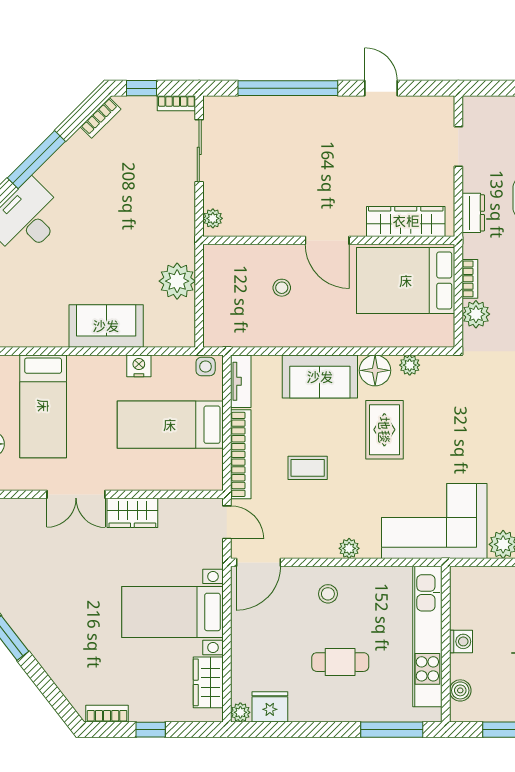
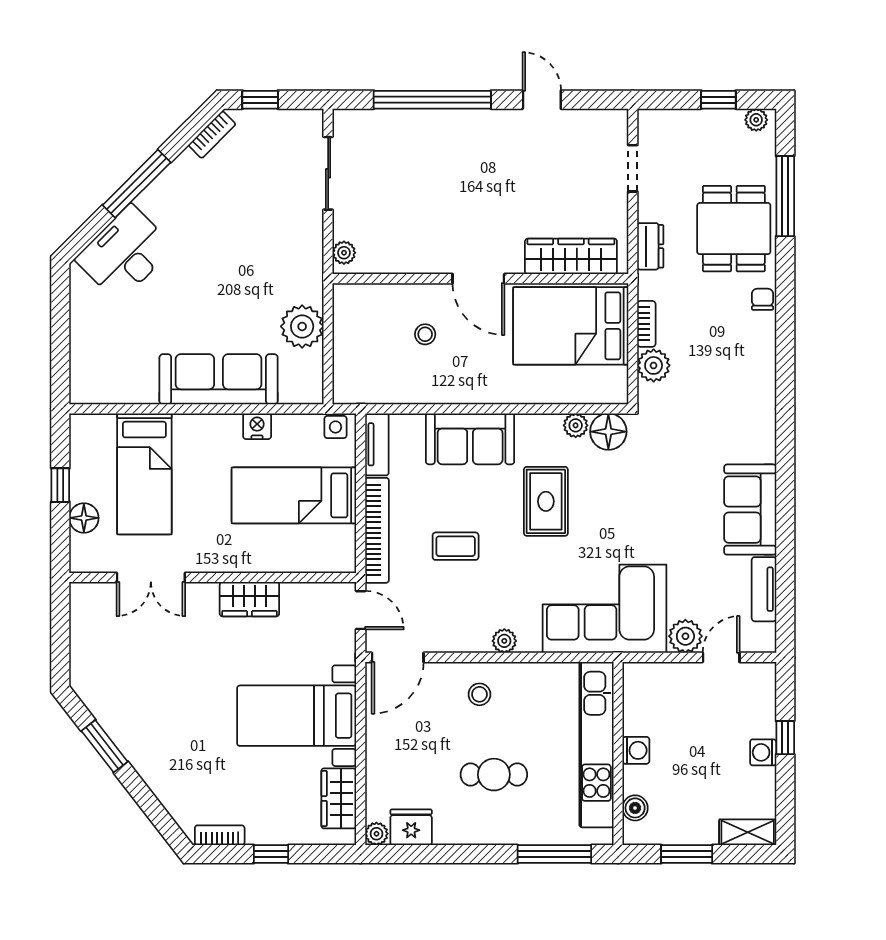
bookcase: (176, 103) -> (301, 117), removed
sofa: (106, 326) -> (219, 379), width x1.36
floor lamp: (375, 370) -> (608, 432), moved
double door: (76, 494) -> (151, 577), moved

